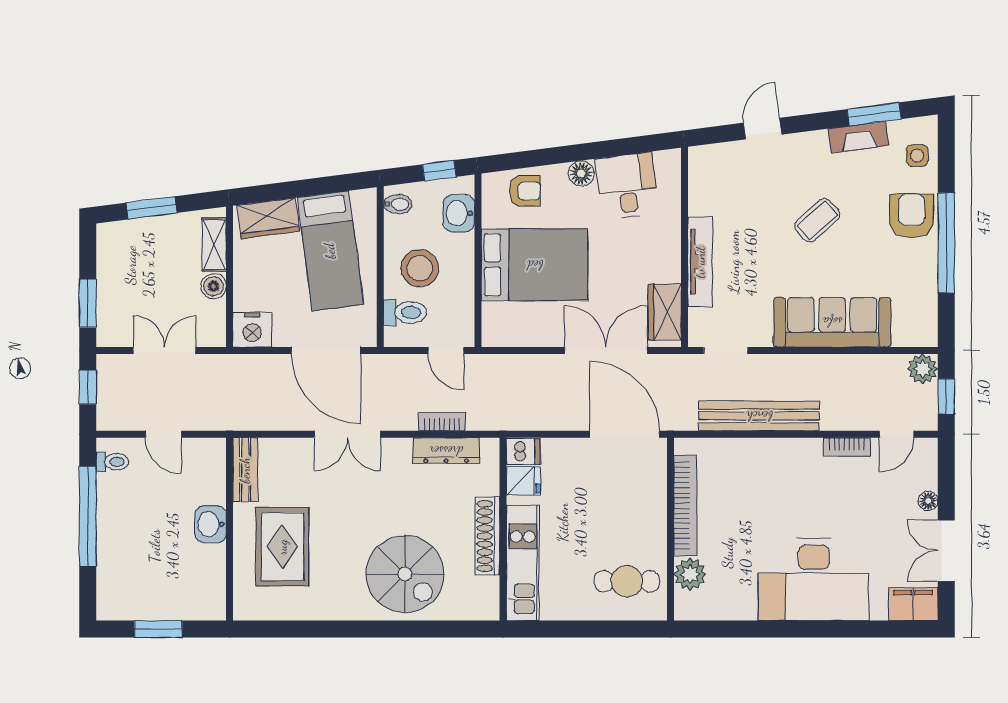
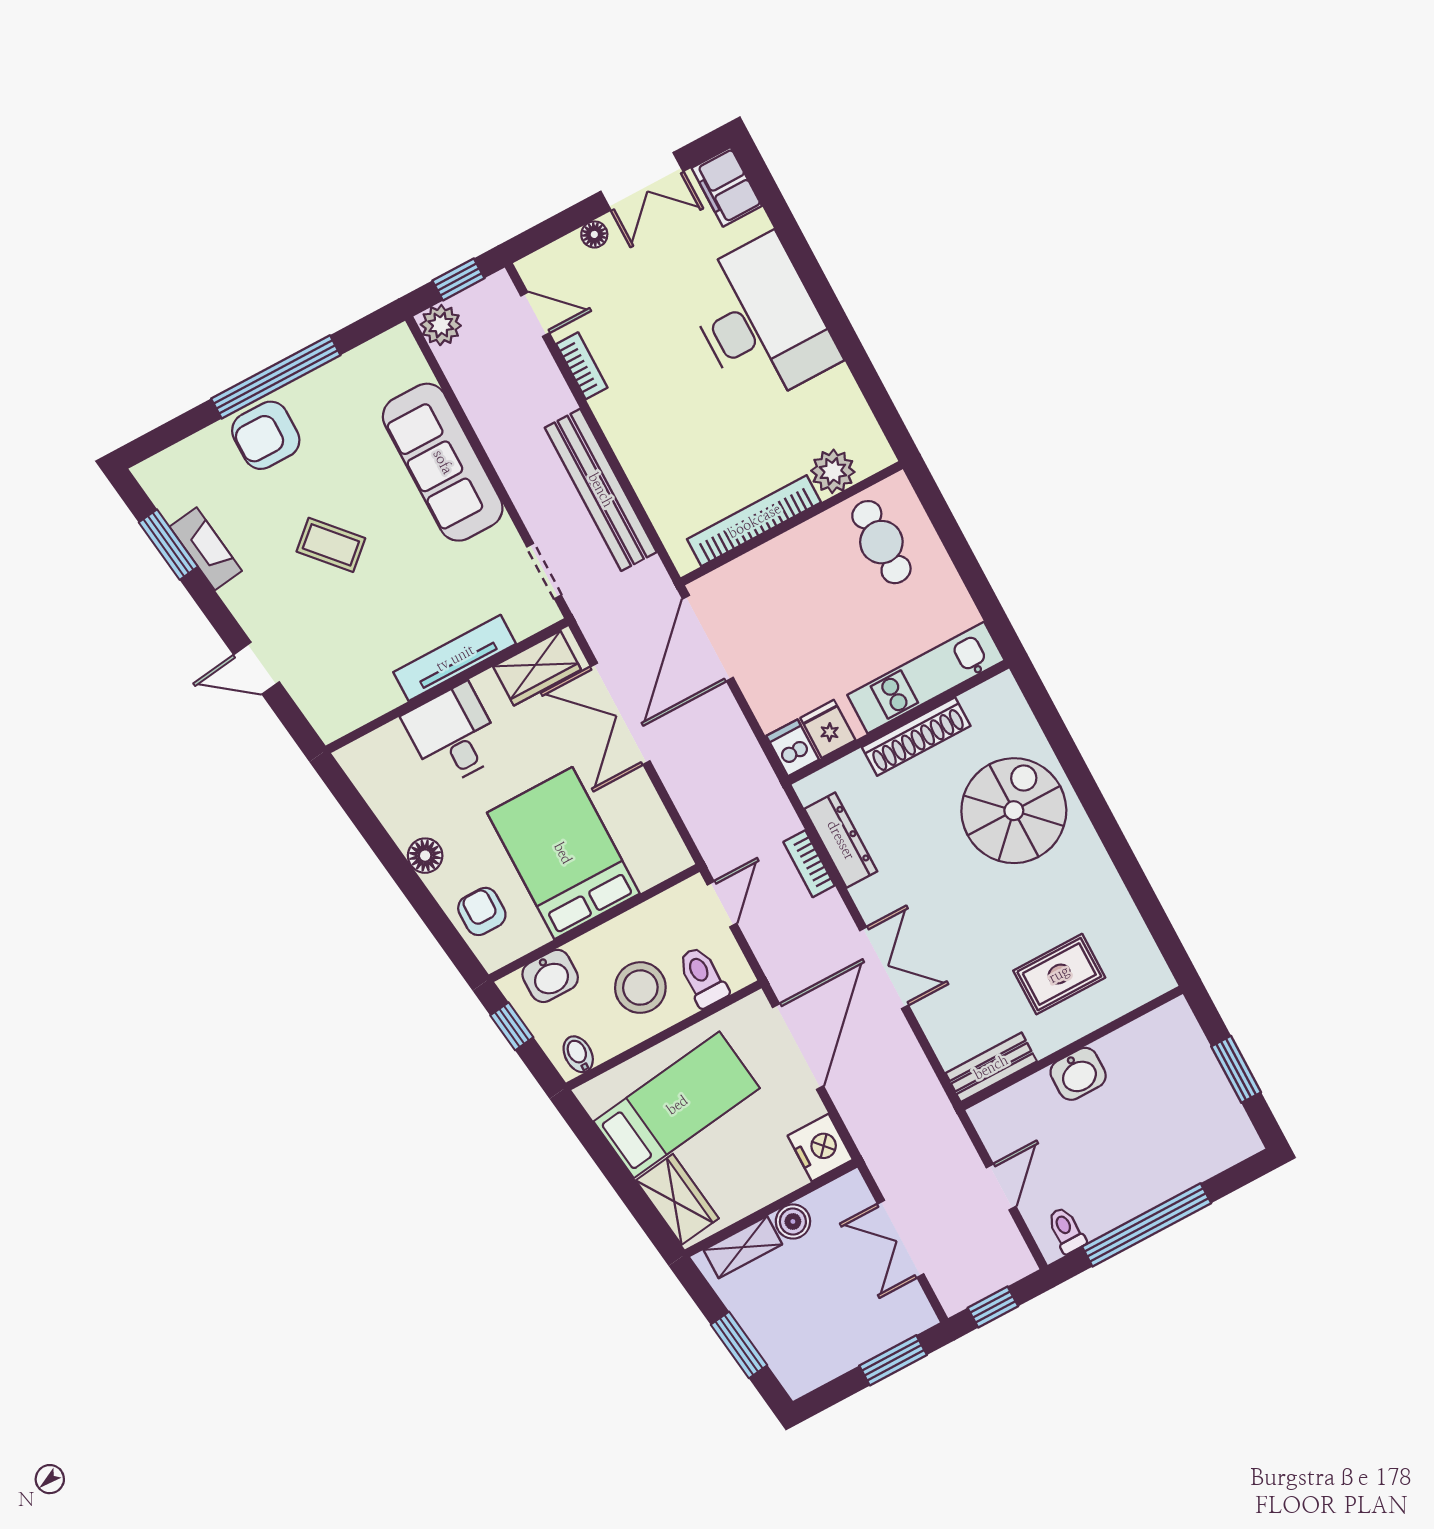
side table: (917, 156) -> (190, 467), removed
desk: (627, 186) -> (453, 735), moved, turned 97
rug: (282, 547) -> (1059, 974), width x0.73, depth x0.70

